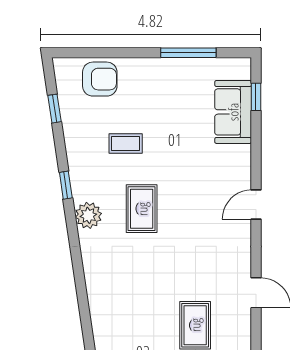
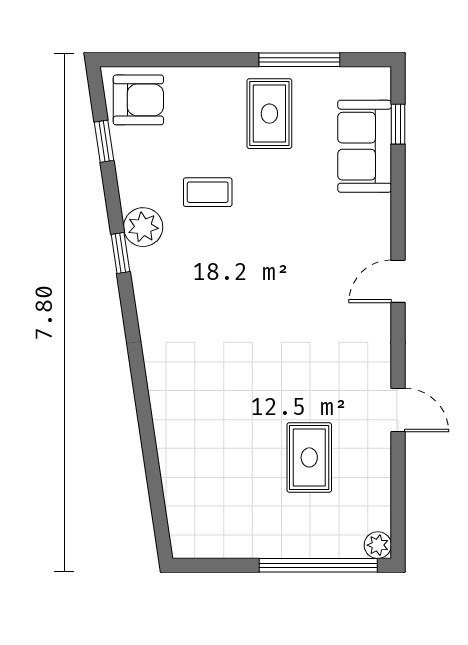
armchair: (100, 79) -> (138, 100), moved
rug: (142, 209) -> (269, 114), moved
plant: (88, 215) -> (143, 227), moved

